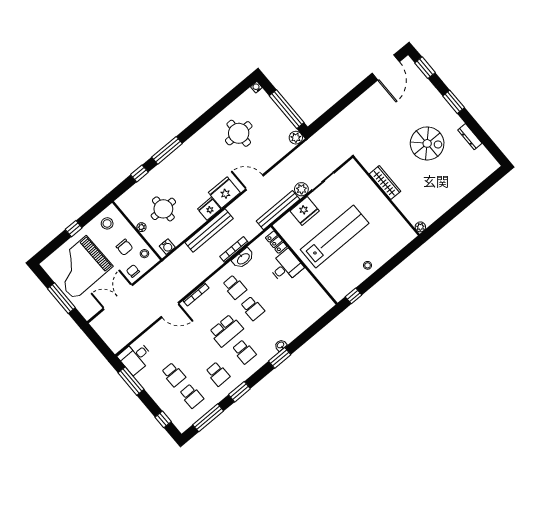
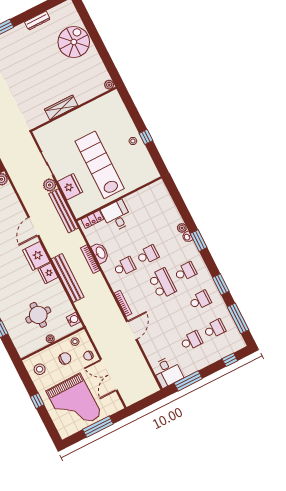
spiral stairs: (427, 143) -> (74, 42), moved
window: (354, 296) -> (146, 137), moved
plant: (289, 337) -> (182, 228), added

